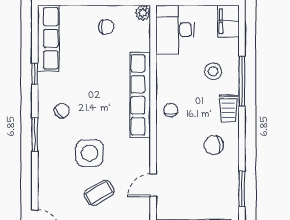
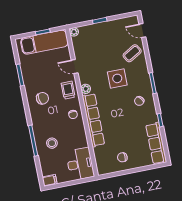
plant: (143, 13) -> (86, 89), moved
filing cabinet: (228, 21) -> (50, 180), width x0.50
trolley: (229, 108) -> (68, 90), moved
door: (153, 185) -> (75, 67), swing flipped
coffee table: (99, 193) -> (132, 53), moved

